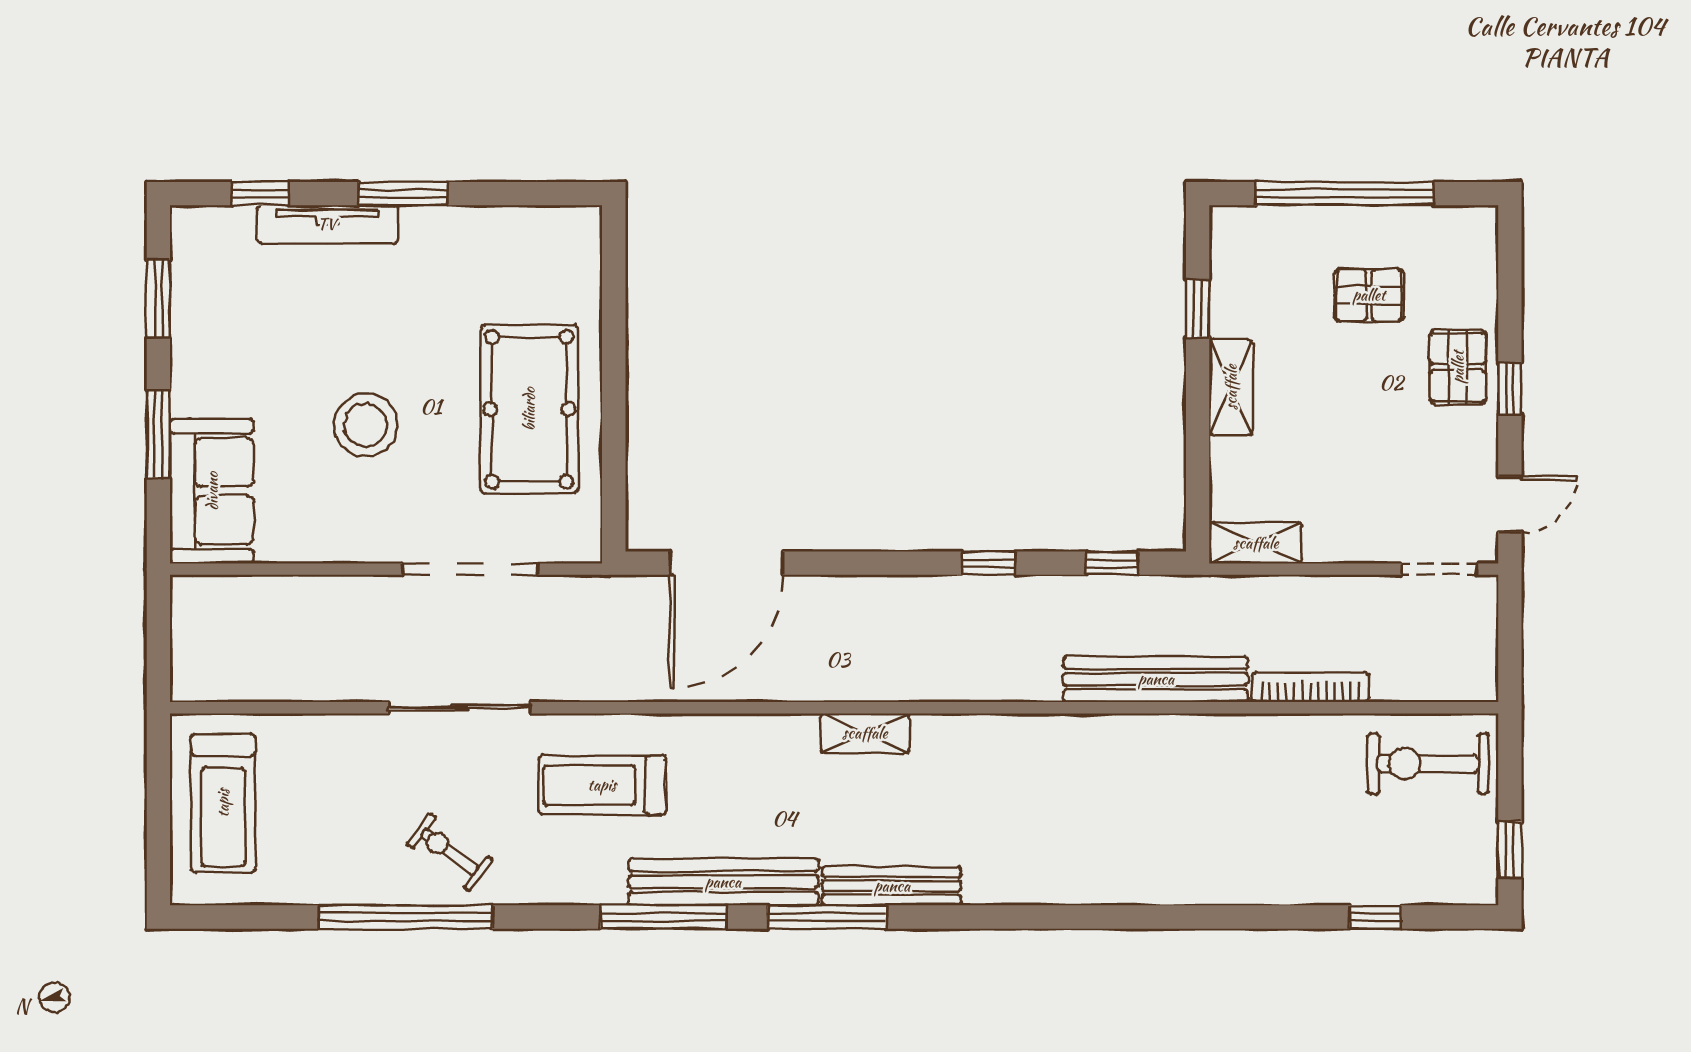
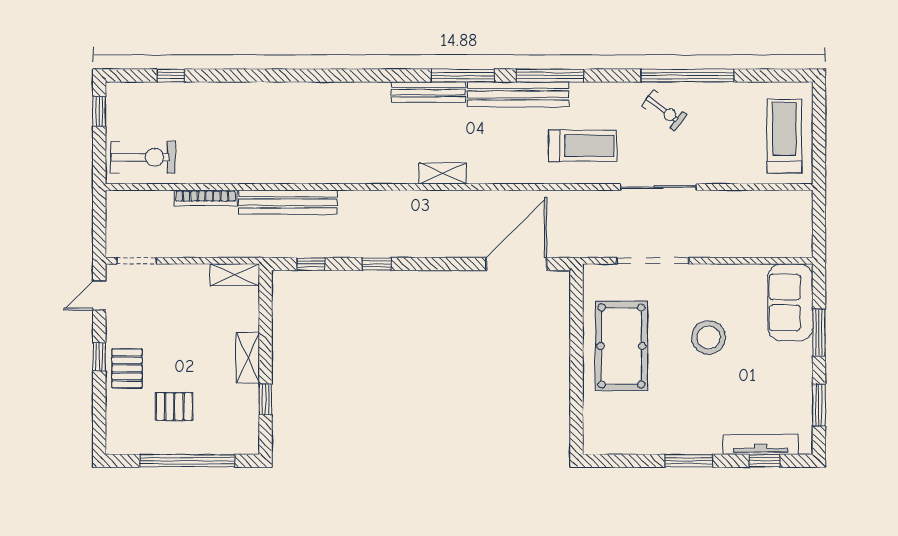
tv unit: (327, 224) -> (760, 444), moved

